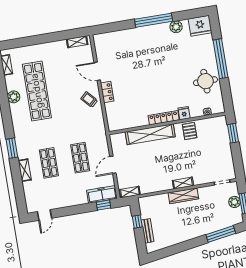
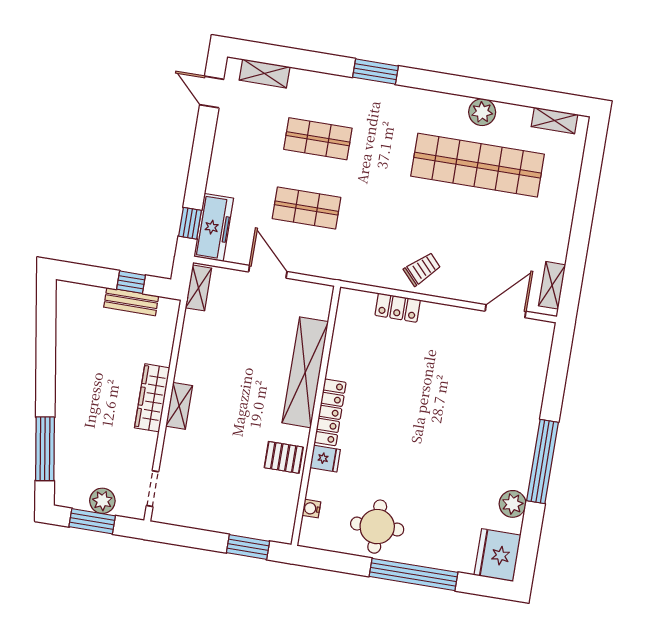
door: (97, 71) -> (506, 311), moved
locker: (107, 92) -> (398, 308), moved
shelving: (25, 170) -> (265, 73), moved
bench: (148, 231) -> (131, 302), moved

